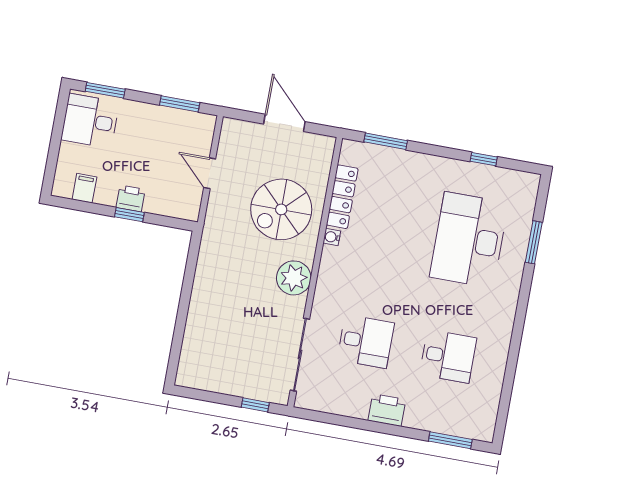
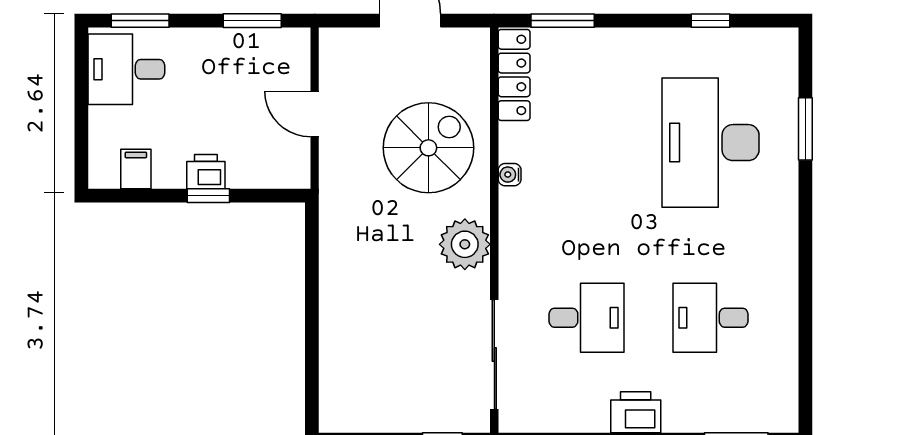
locker: (342, 197) -> (514, 75), moved
spiral stairs: (281, 209) -> (428, 148), turned 180
desk: (448, 356) -> (710, 318), turned 180

